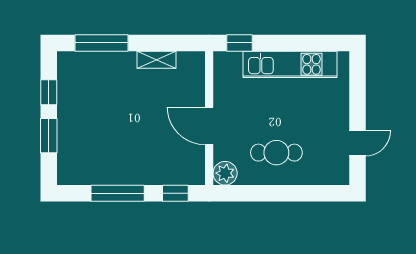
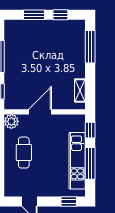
window: (294, 43) -> (90, 163), added
shelving: (156, 60) -> (80, 90), moved
window: (357, 78) -> (69, 202), added

